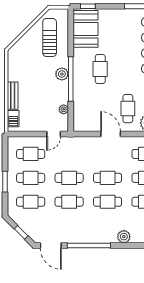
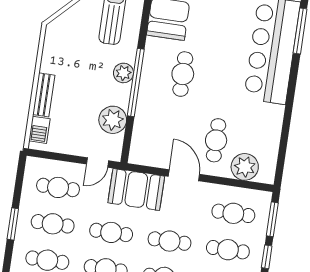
plant: (64, 109) -> (113, 120), width x1.88, depth x1.88
booth: (81, 148) -> (136, 190), added

